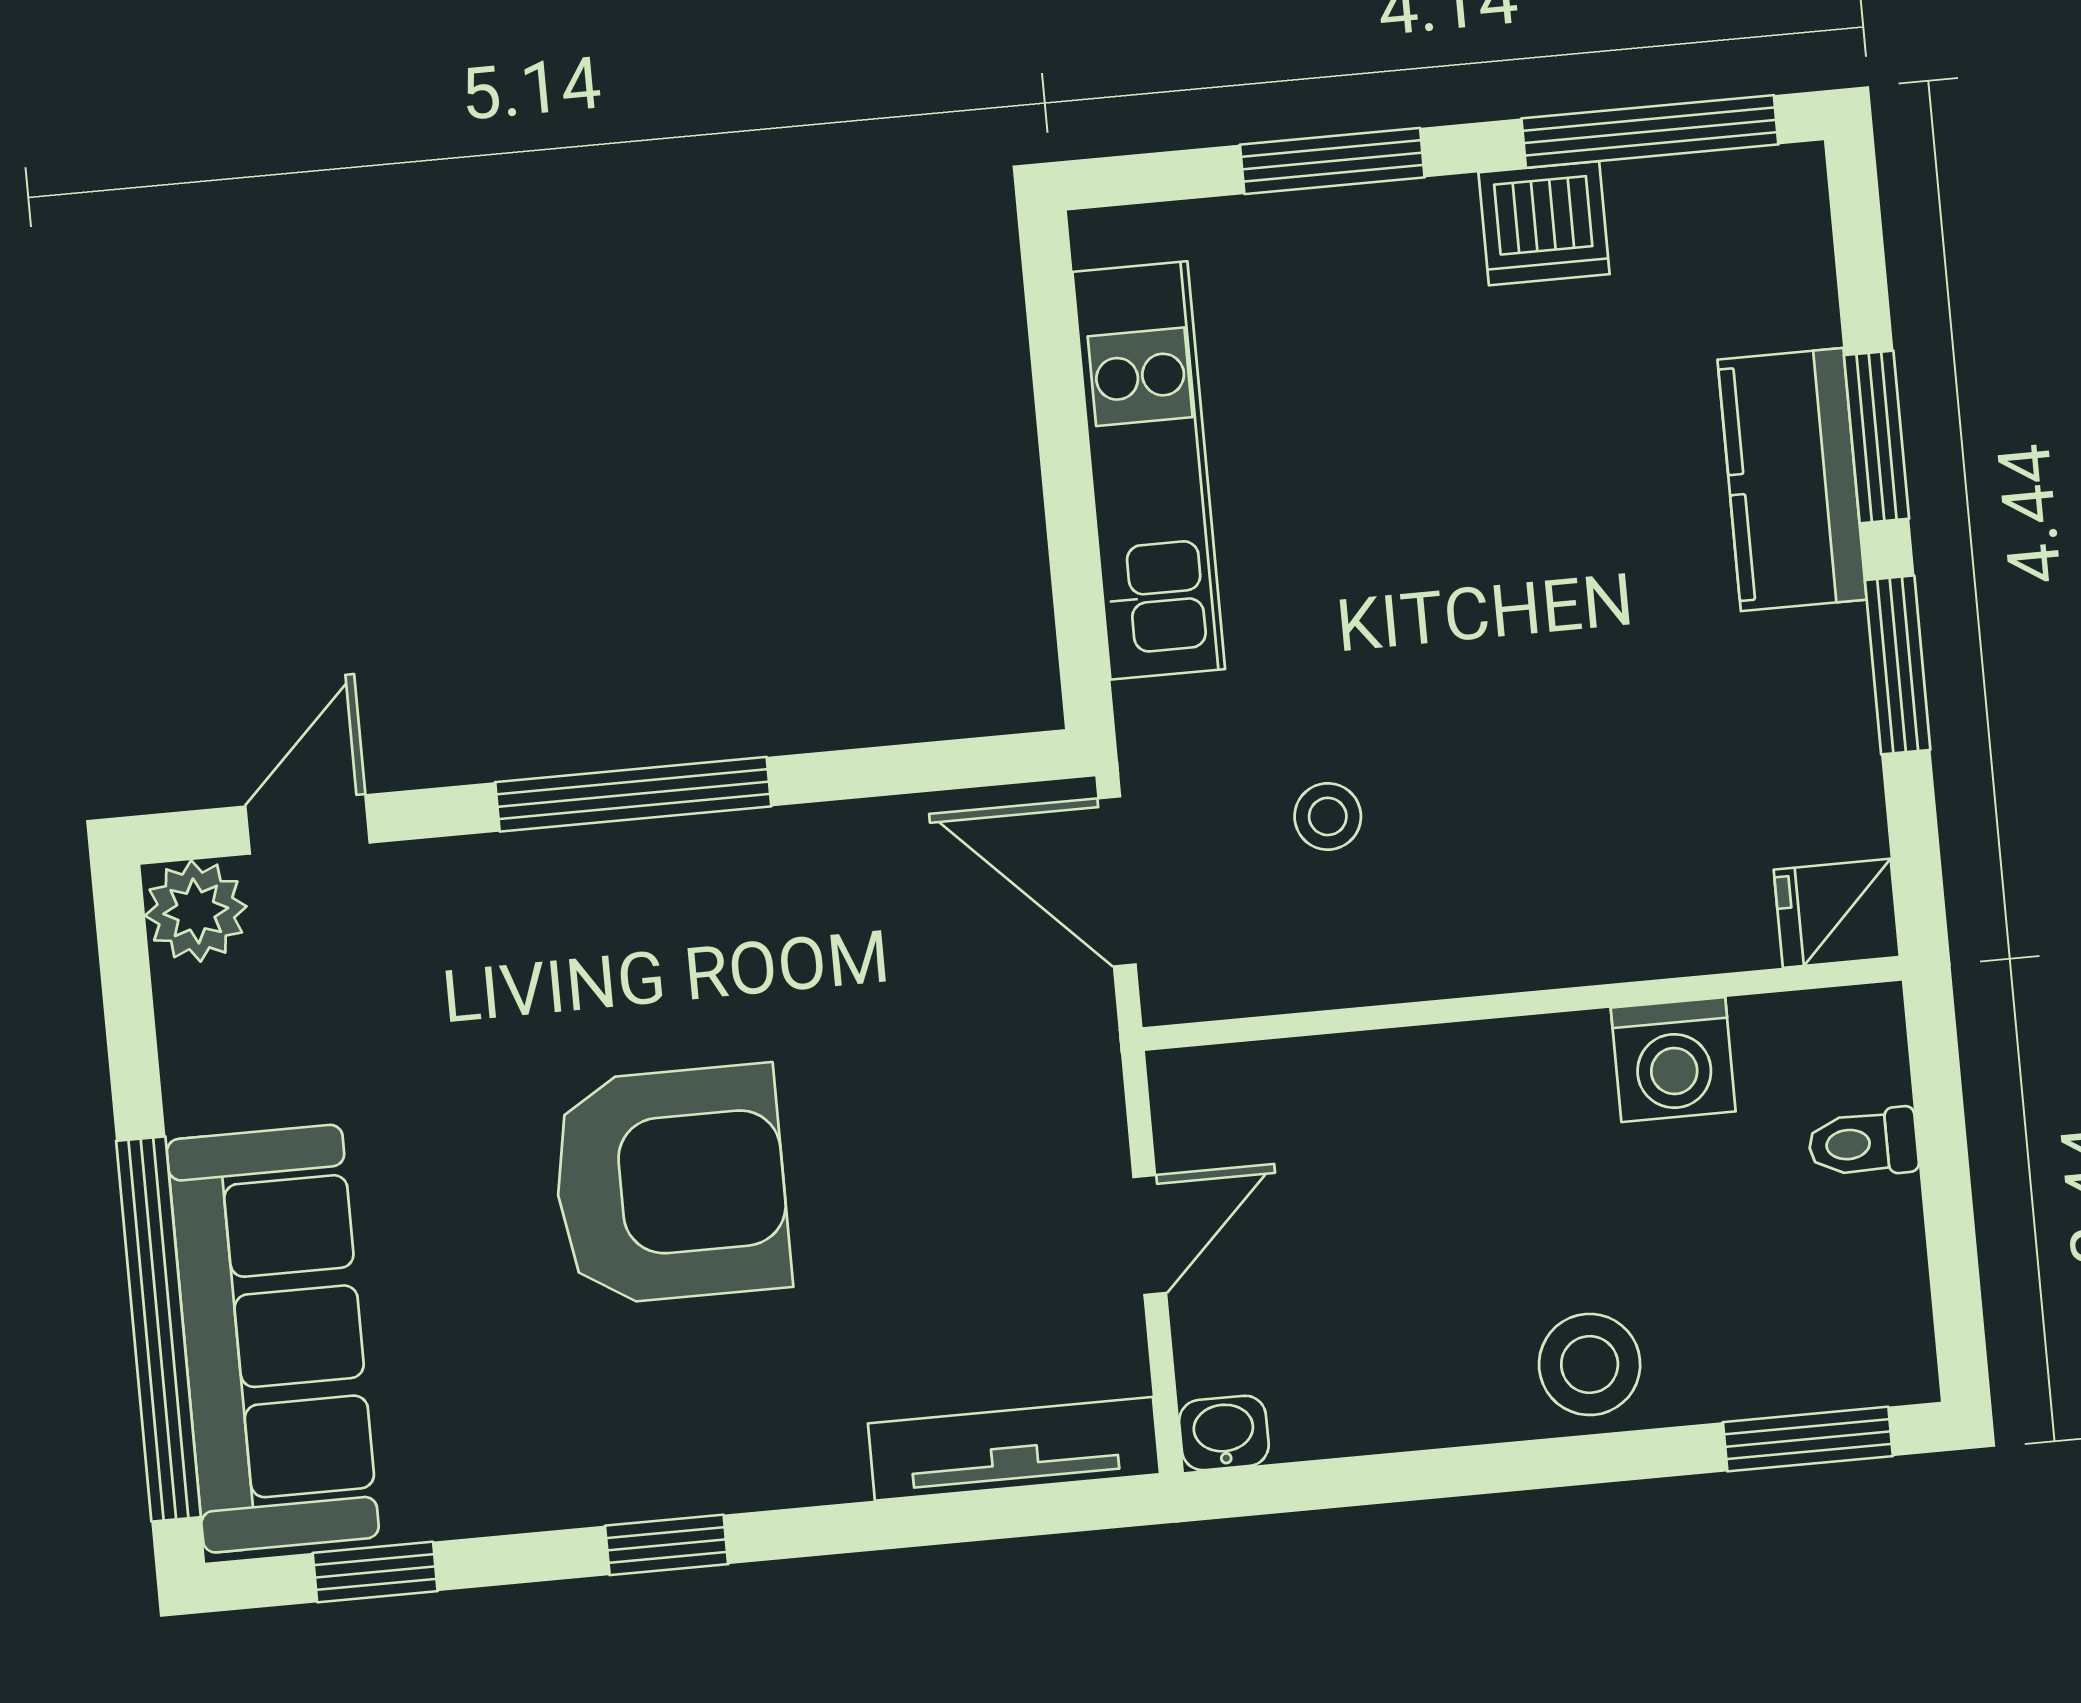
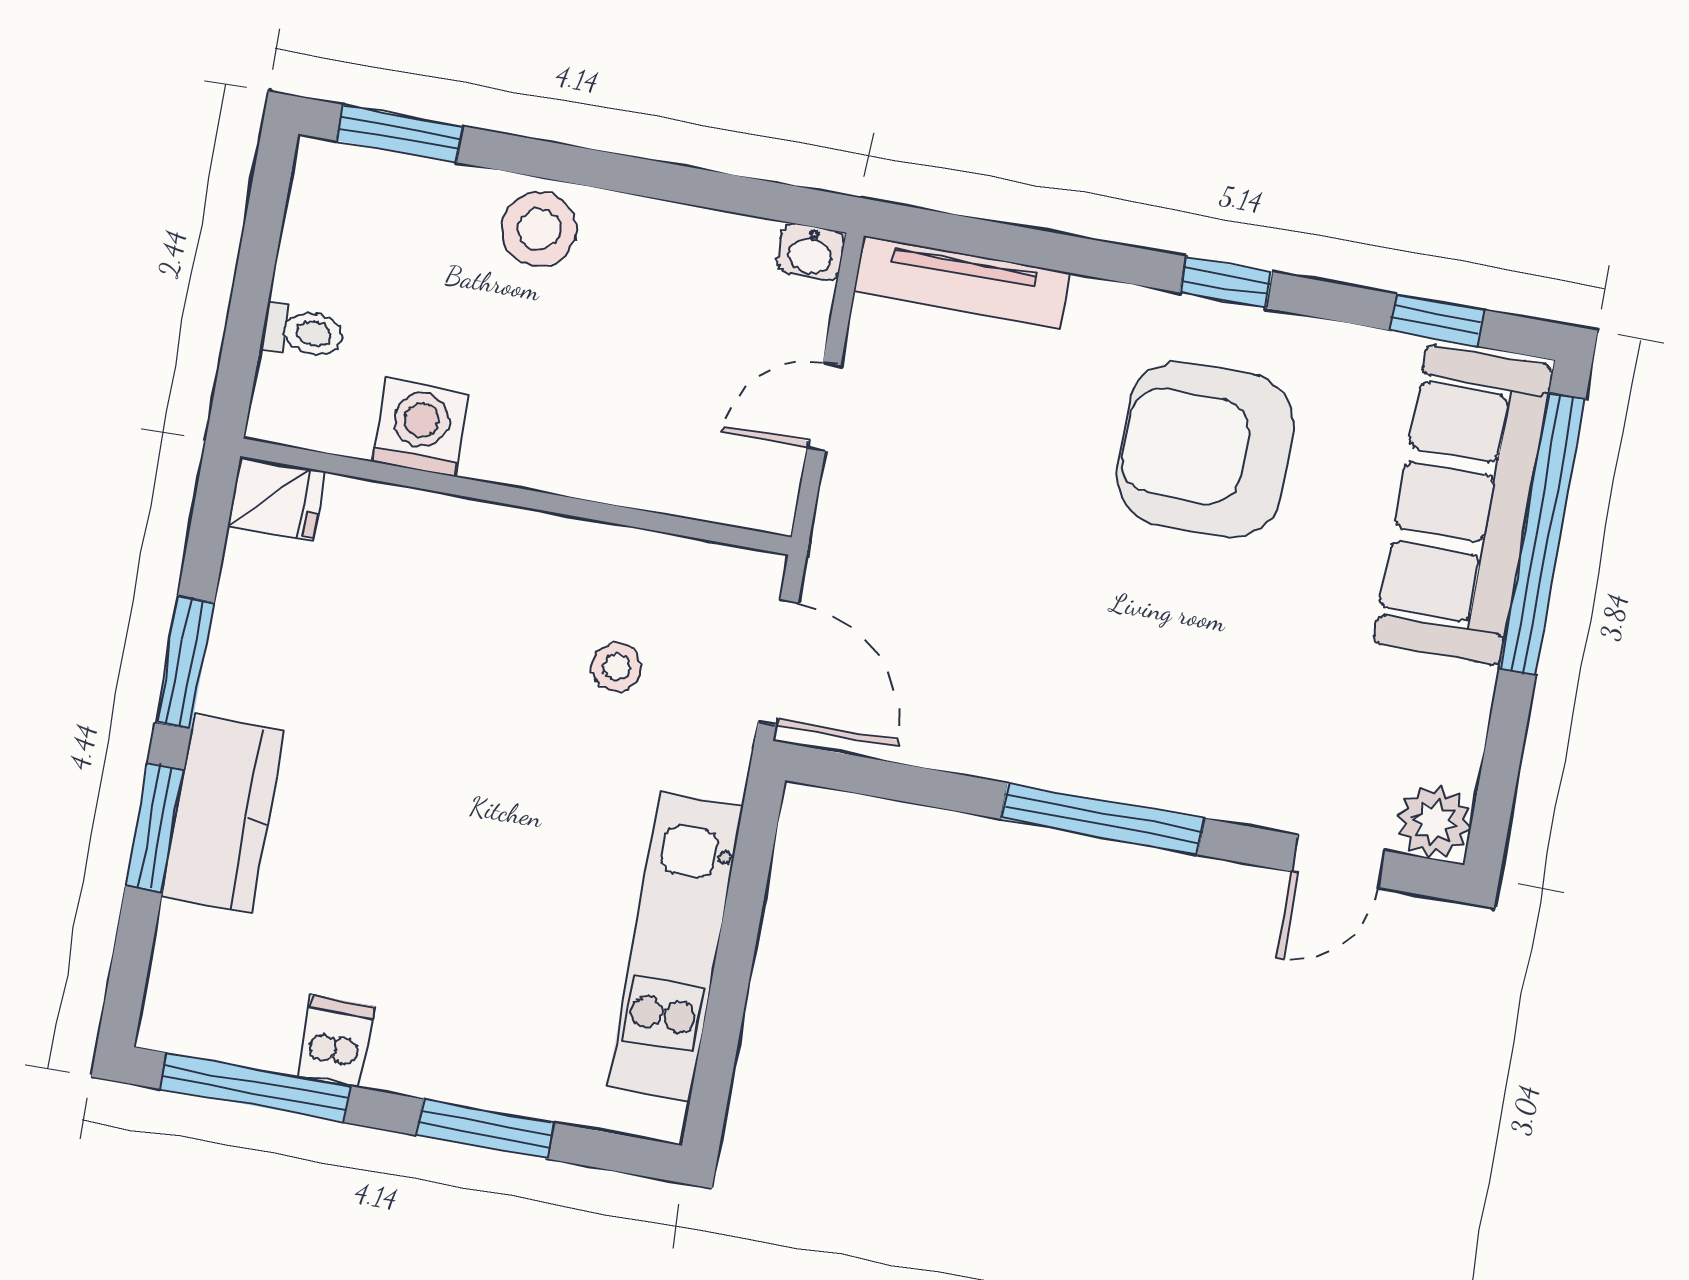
dishwasher: (1544, 223) -> (336, 1041), width x0.73
armchair: (671, 1185) -> (1205, 450), moved

